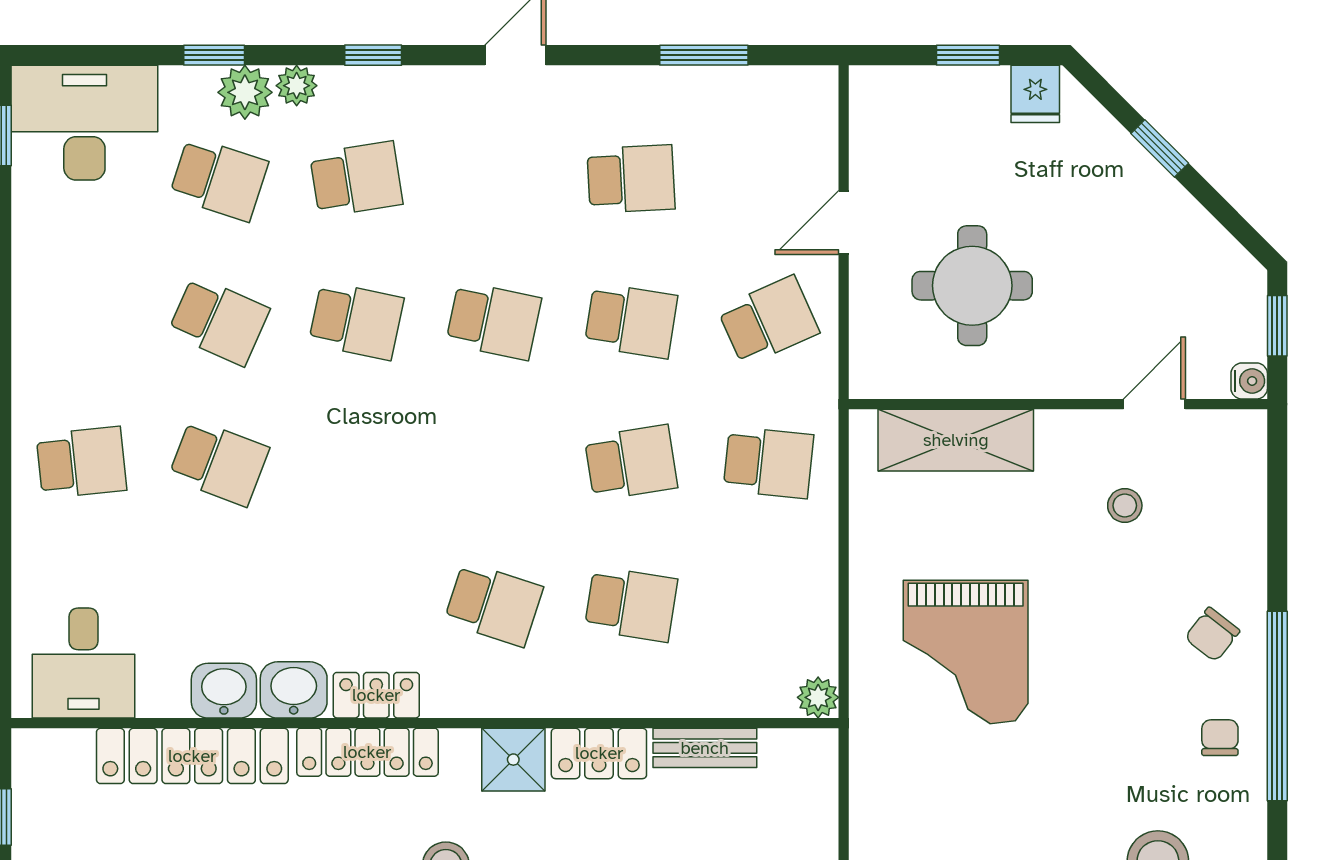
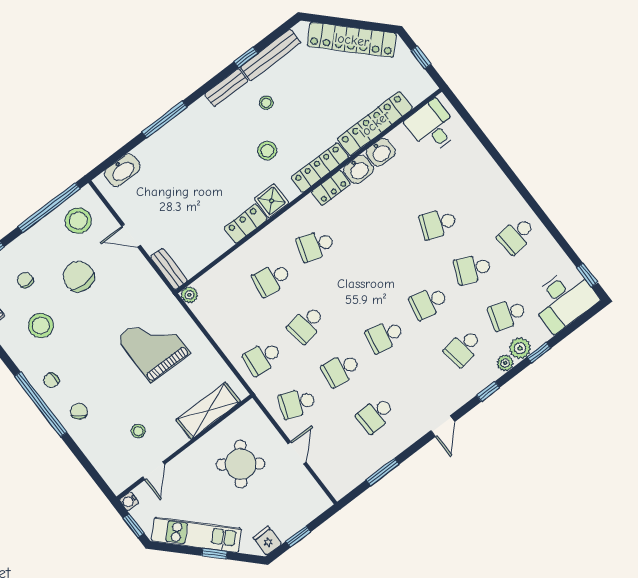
kitchen unit: (1166, 213) -> (197, 535), added
round table: (972, 286) -> (241, 464), turned 36
school desk: (768, 321) -> (297, 403), turned 45
school desk: (81, 462) -> (516, 235), moved
chair: (1220, 738) -> (51, 380), turned 90
bench: (705, 748) -> (169, 269), moved, turned 90

